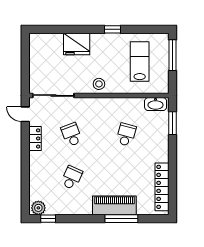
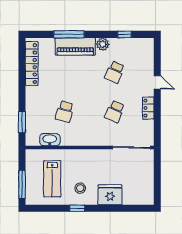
stool: (99, 84) -> (80, 188), moved
washbasin: (156, 104) -> (50, 140), moved
door: (25, 114) -> (157, 82), moved
school desk: (72, 135) -> (115, 112), turned 45
plant: (38, 208) -> (103, 44), moved
window: (48, 219) -> (124, 34), moved

